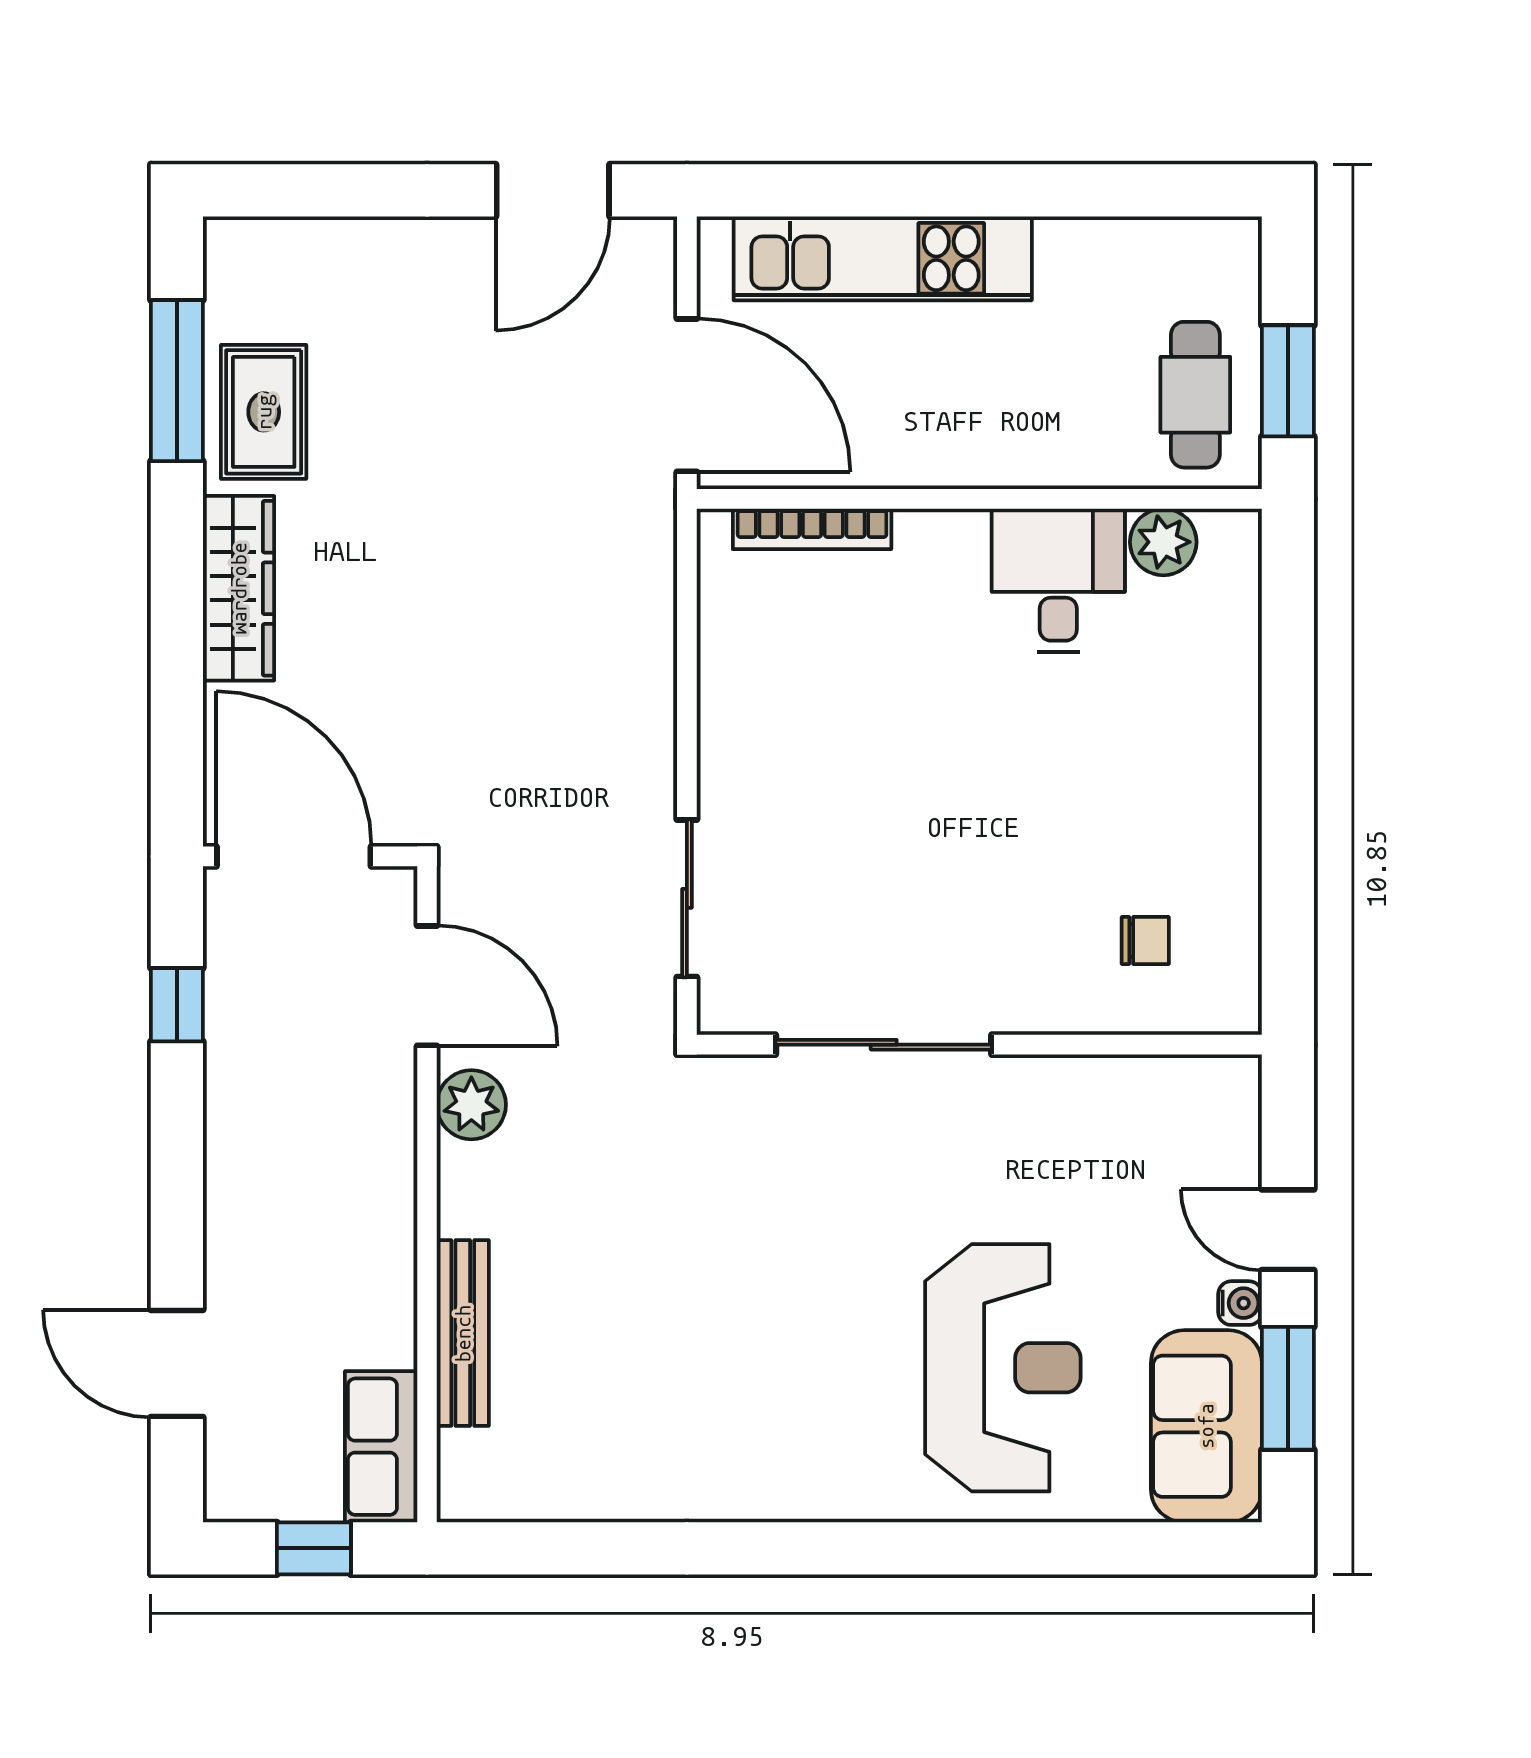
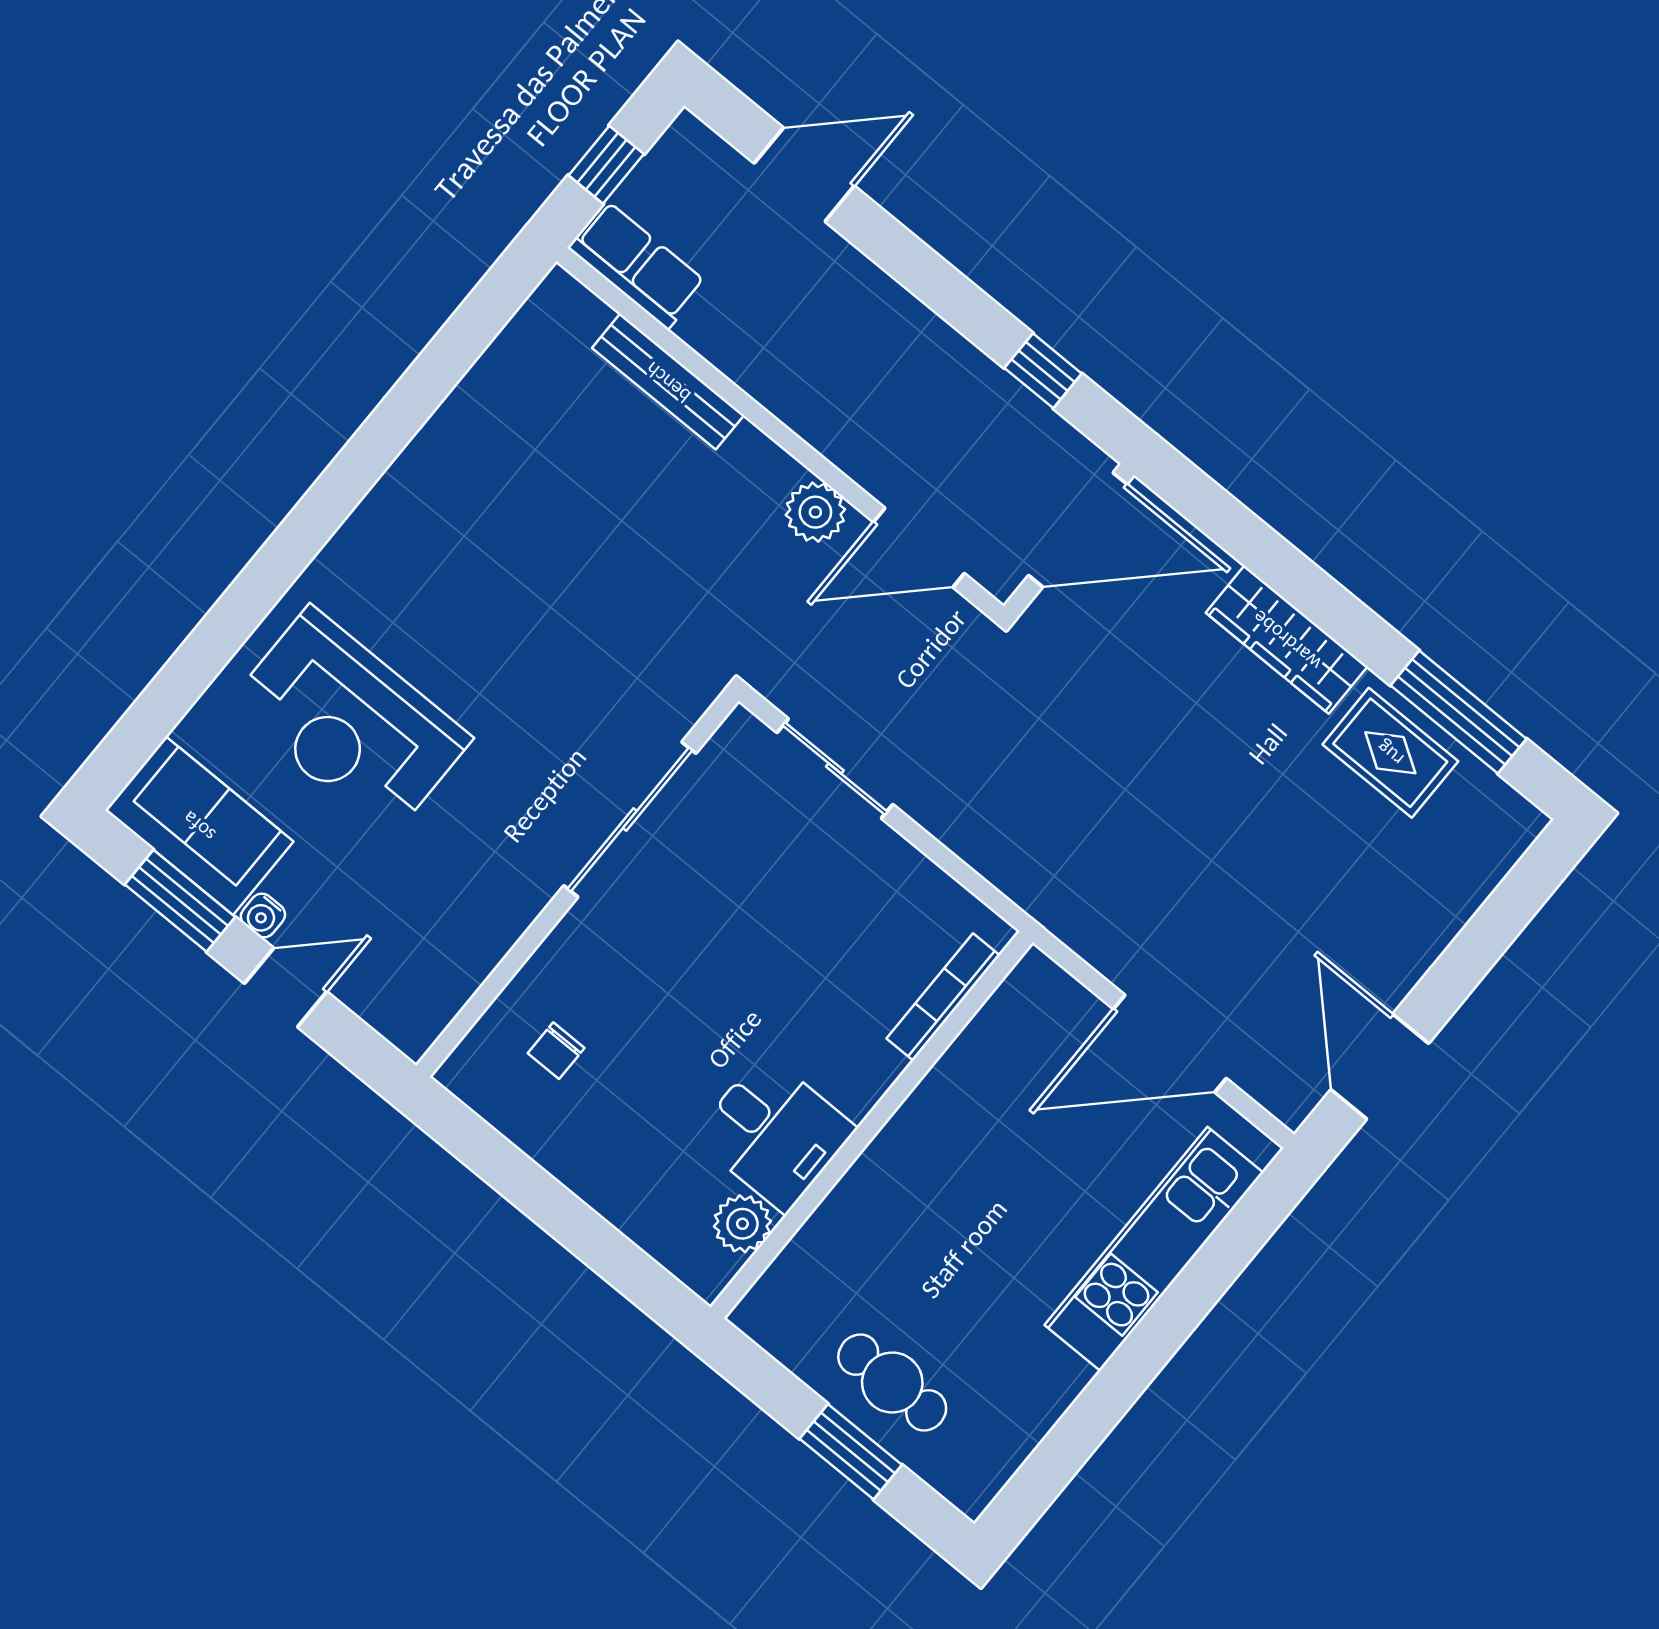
wall: (979, 499) -> (872, 1125), moved
bookcase: (812, 529) -> (943, 997), moved
plant: (1163, 542) -> (742, 1224), moved
desk: (1058, 580) -> (774, 1133), moved

